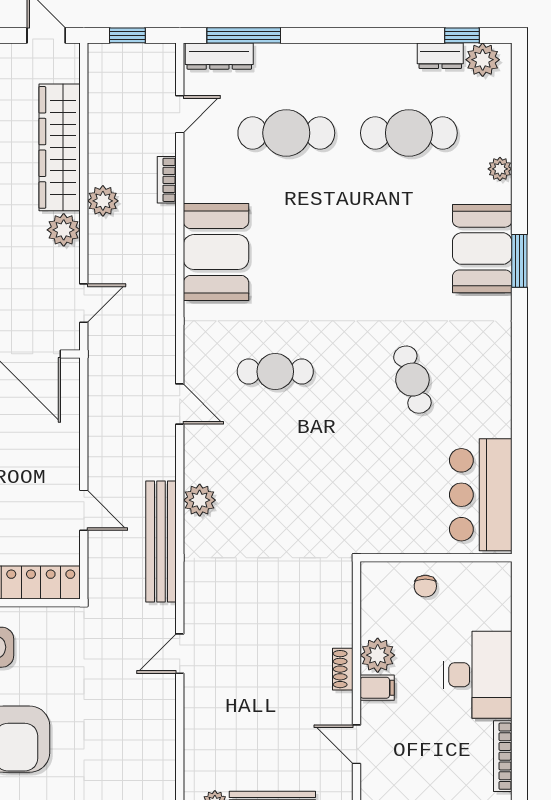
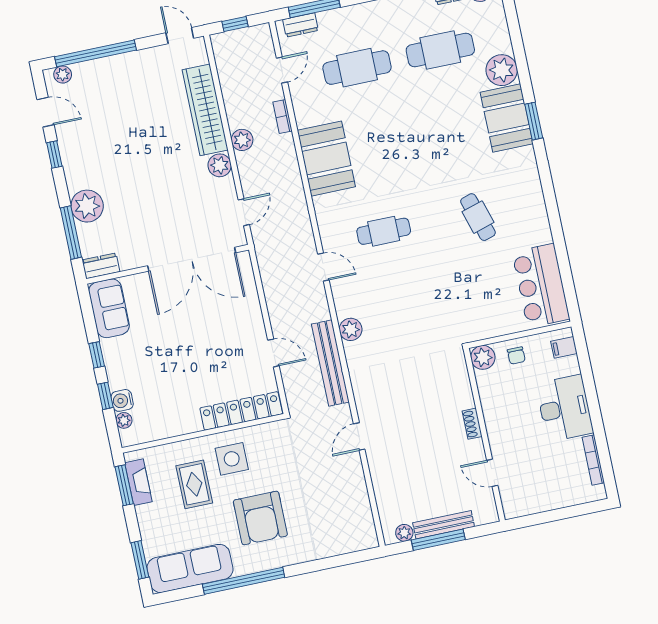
dresser: (219, 56) -> (300, 25), width x0.70
plant: (500, 169) -> (502, 70), width x1.88, depth x1.88
plant: (378, 655) -> (483, 357), moved
filing cabinet: (377, 688) -> (564, 347), moved, turned 180

